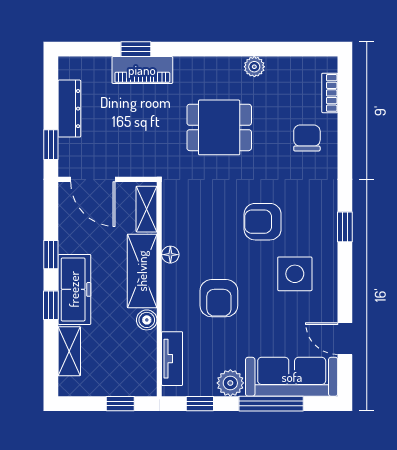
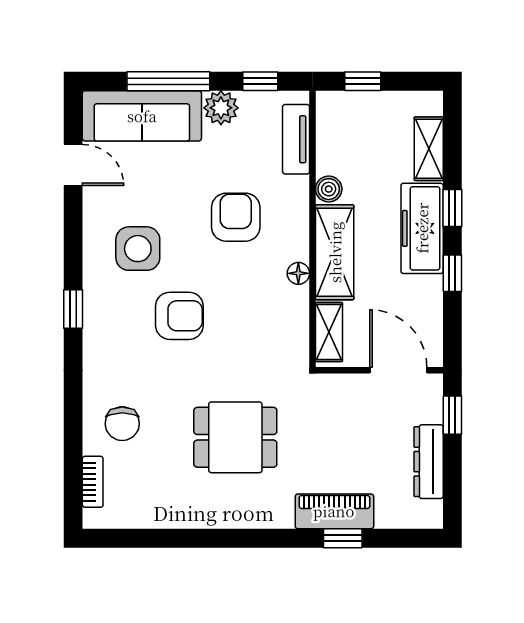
plant: (254, 67) -> (190, 516), removed

